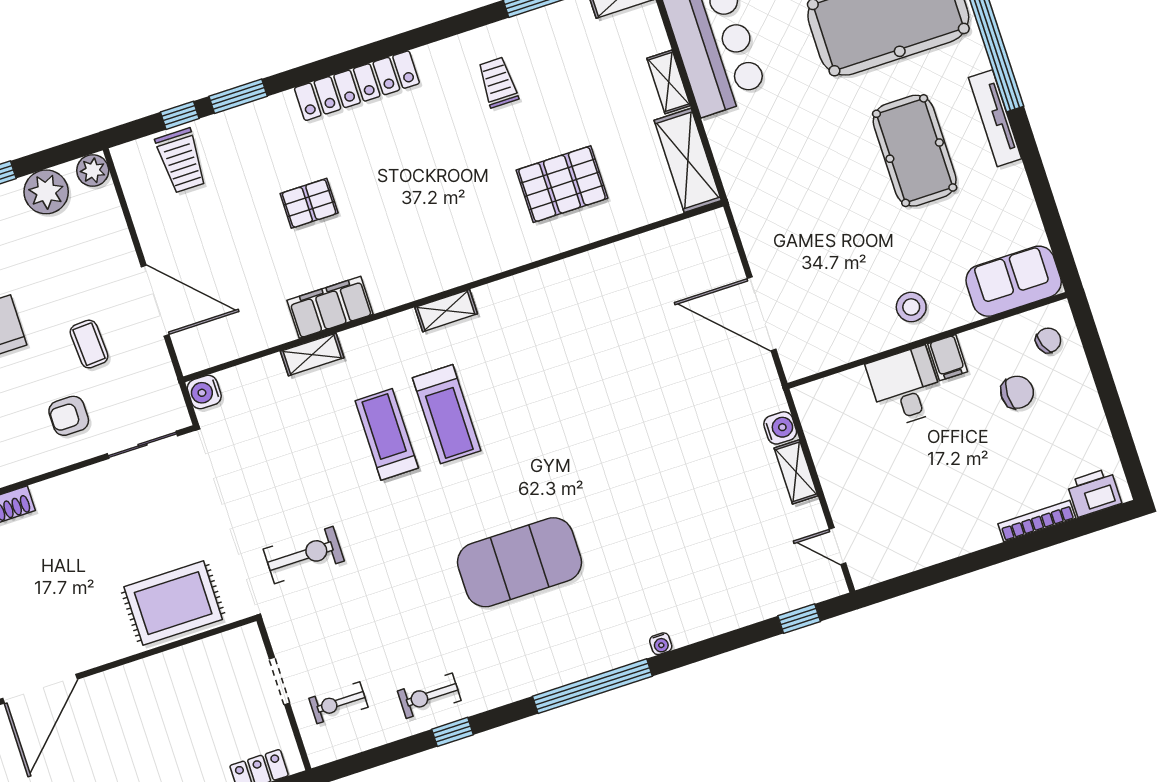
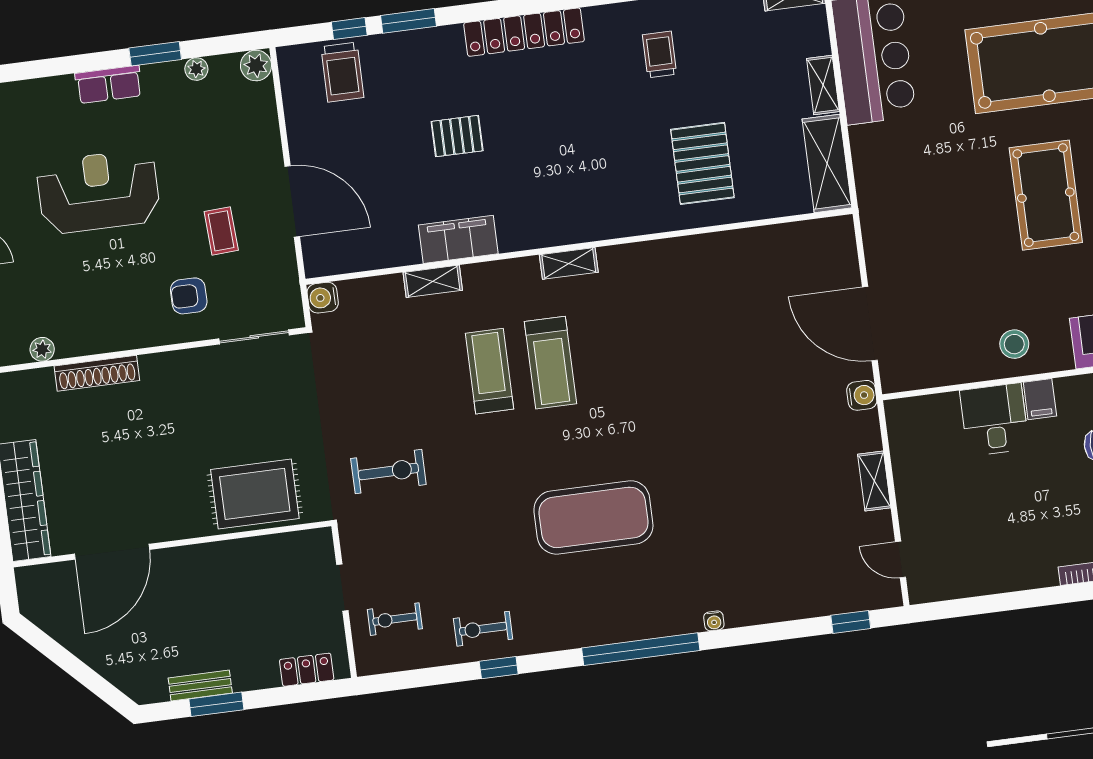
pallet: (562, 184) -> (702, 163), turned 90
plant: (46, 192) -> (196, 69), width x0.53, depth x0.53
water cooler: (780, 428) -> (862, 395), moved

